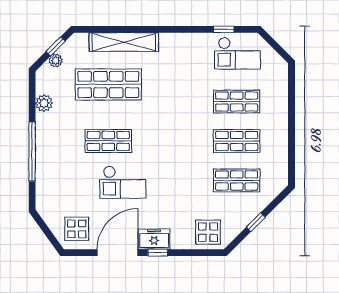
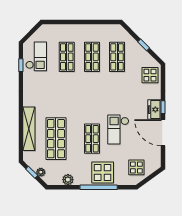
display table: (55, 158) -> (103, 173), added
checkout: (123, 182) -> (118, 130), turned 180
display table: (77, 229) -> (136, 167), moved

